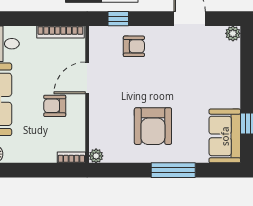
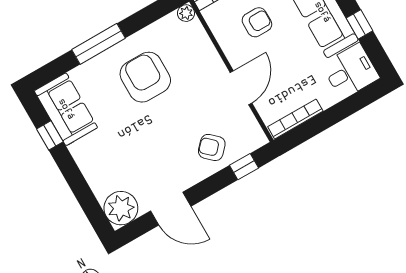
plant: (233, 33) -> (121, 208), width x1.87, depth x1.87
armchair: (134, 46) -> (212, 147), turned 43
armchair: (55, 106) -> (257, 22), moved

